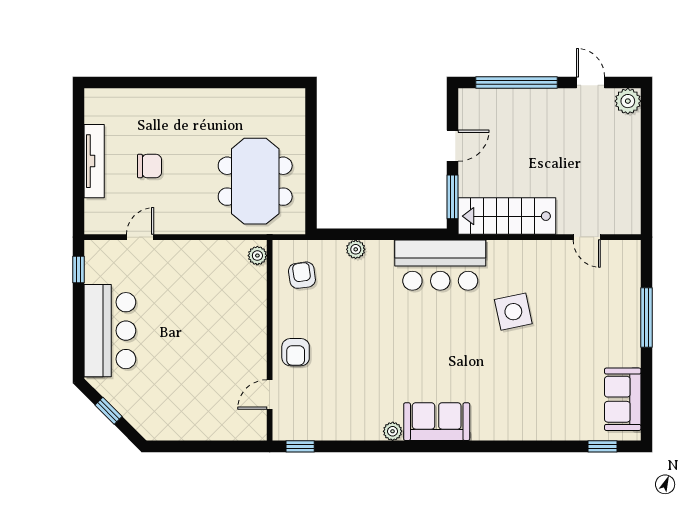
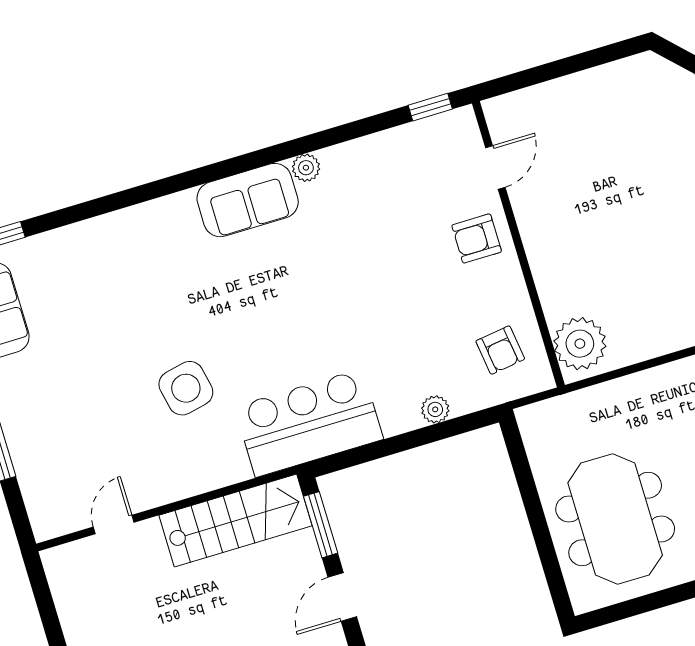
meeting table: (255, 181) -> (615, 519), moved
door: (587, 237) -> (114, 525), hinge flipped
plant: (257, 256) -> (580, 344), width x1.88, depth x1.88
armchair: (296, 352) -> (477, 238), turned -90

